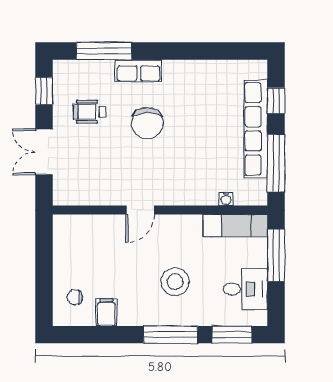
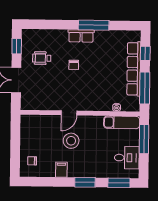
window: (104, 51) -> (94, 25), moved
row of seats: (139, 71) -> (81, 36), moved
chair: (147, 123) -> (74, 65), width x0.54, depth x0.54
stool: (175, 282) -> (71, 141), moved
filing cabinet: (106, 312) -> (61, 170), moved
window: (171, 335) -> (85, 182), width x0.69

